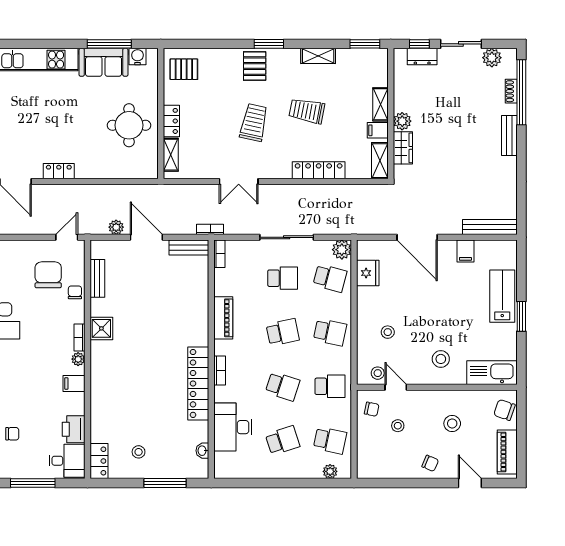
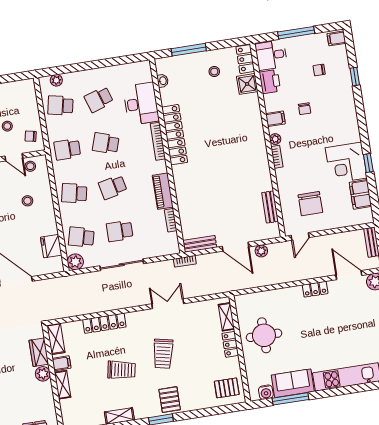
bookcase: (219, 254) -> (171, 220), moved
chair: (75, 292) -> (305, 109), moved
shower: (101, 328) -> (247, 84), moved
bookcase: (220, 371) -> (158, 141), width x1.56

